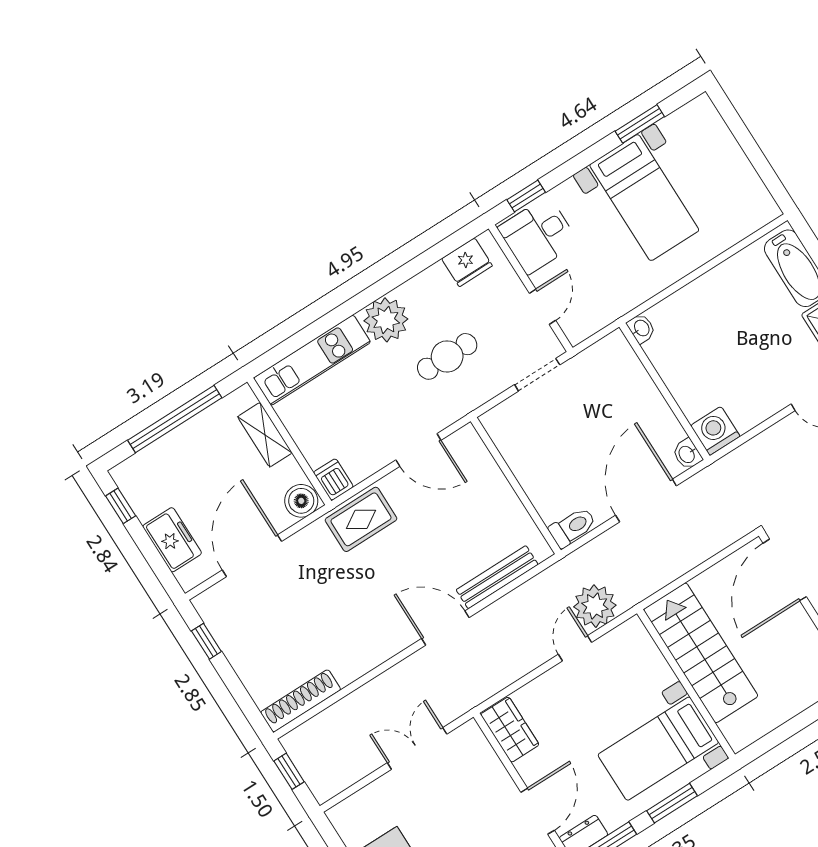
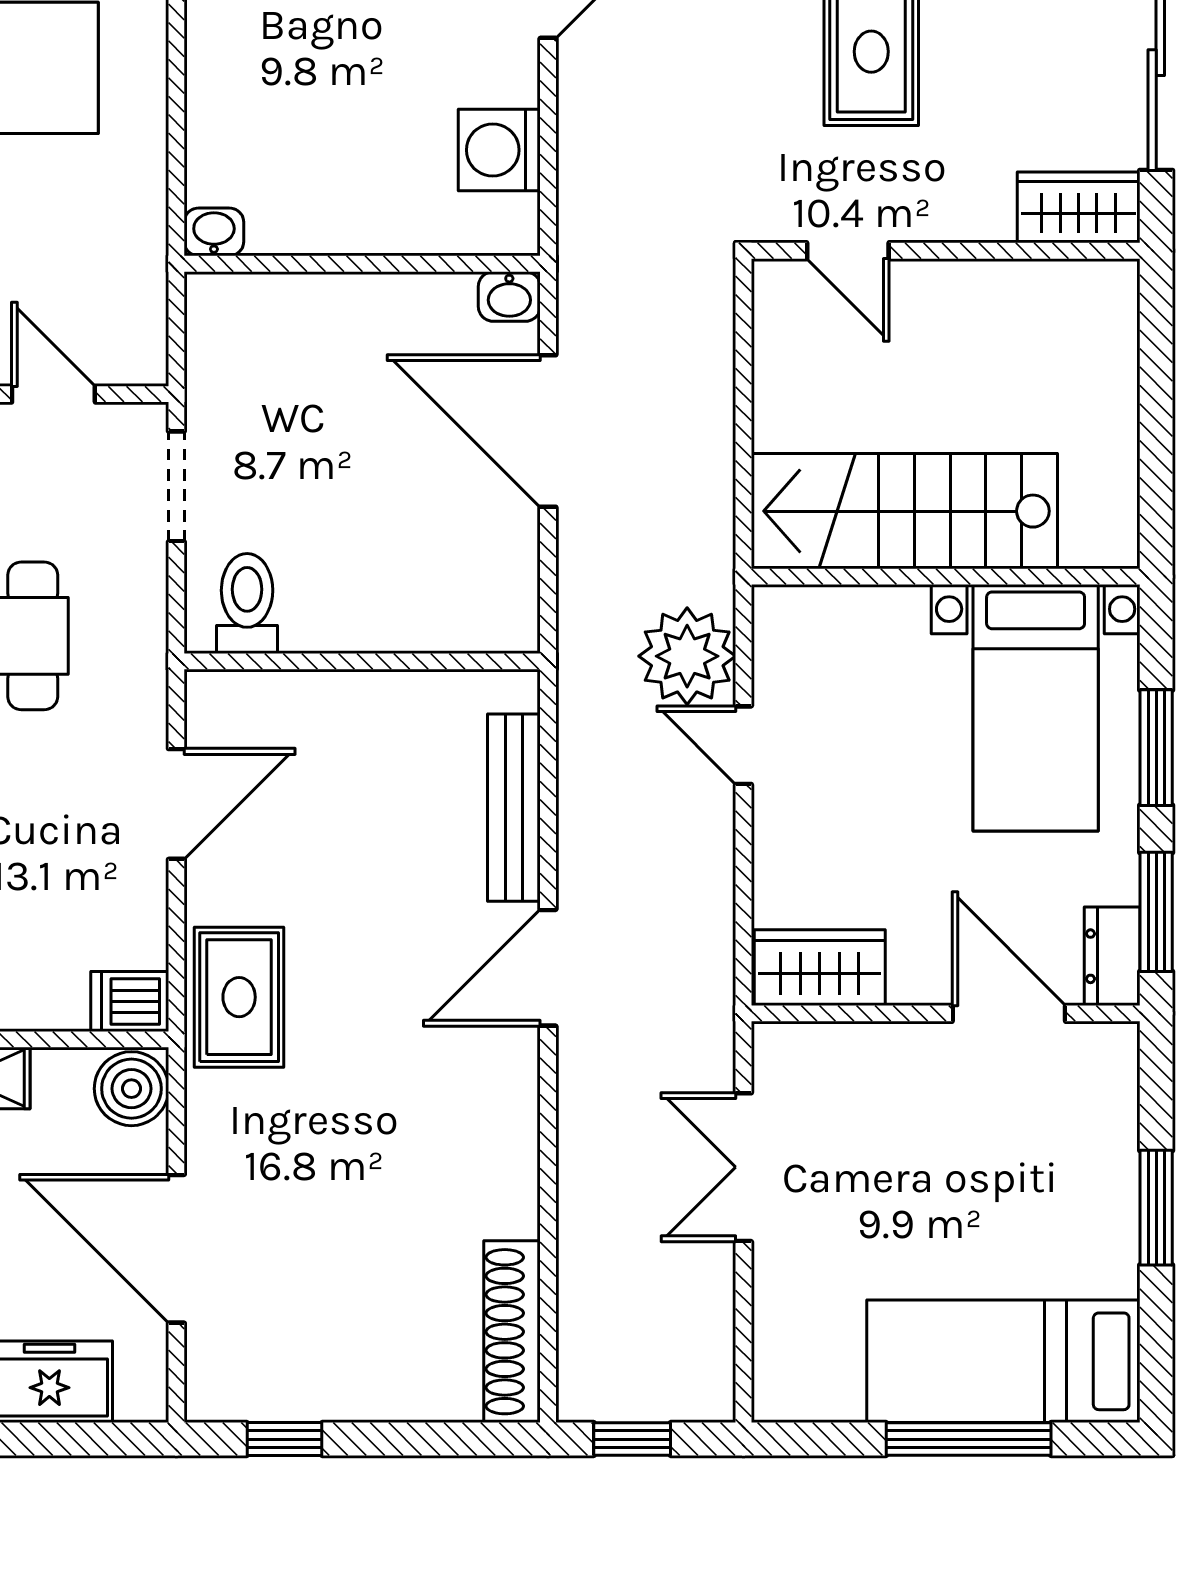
washing machine: (715, 431) -> (499, 150), moved
toilet: (572, 527) -> (247, 603), moved
door: (785, 570) -> (848, 251), width x0.53

